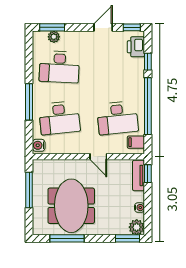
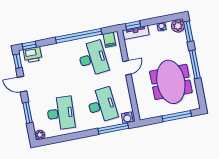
window: (52, 27) -> (28, 113), moved
plant: (54, 37) -> (40, 135), moved
window: (148, 62) -> (29, 45), moved
window: (29, 102) -> (113, 128), moved
window: (29, 190) -> (177, 116), moved
meeting table: (71, 206) -> (171, 82), turned 90
window: (67, 238) -> (195, 64), moved

